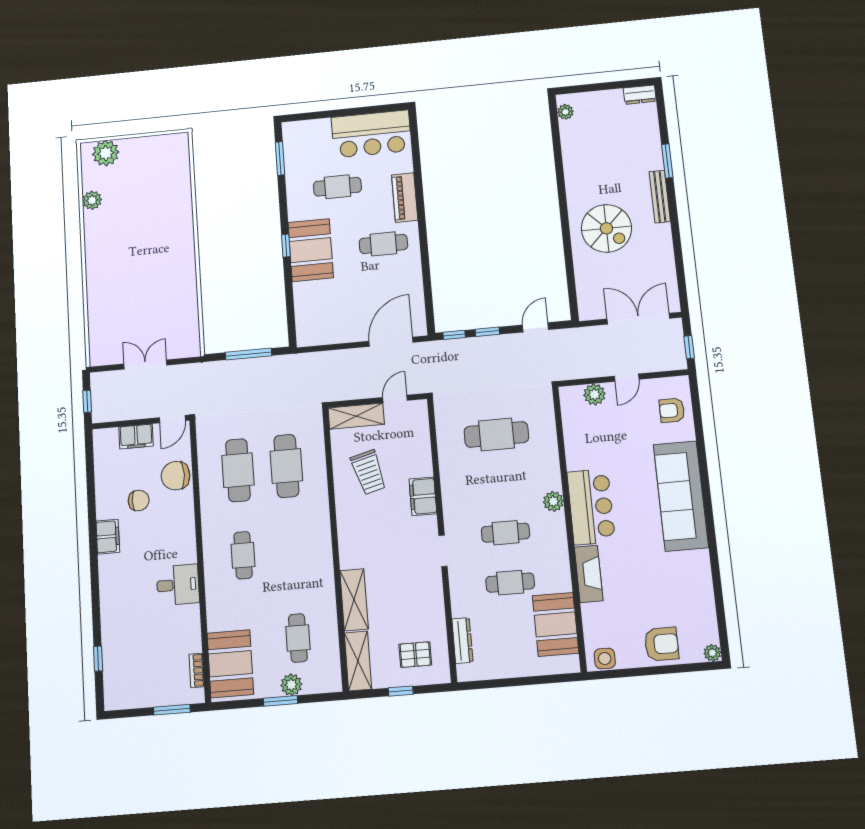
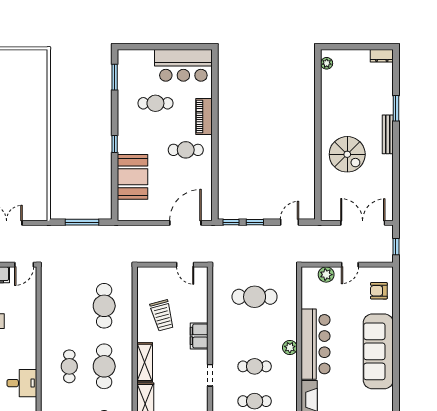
booth: (311, 250) -> (132, 177), moved
door: (395, 399) -> (185, 265), swing flipped
shelving: (356, 416) -> (145, 362), moved, turned 90
cafe table: (238, 470) -> (104, 366), moved
chair: (176, 476) -> (24, 306), removed
bar counter: (591, 507) -> (316, 344), width x1.36

